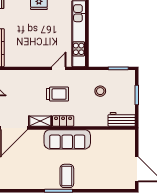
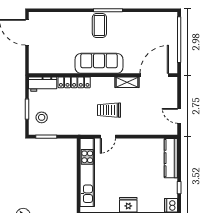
stool: (100, 91) -> (42, 117), moved
locker: (63, 121) -> (74, 82), moved, width x1.53

